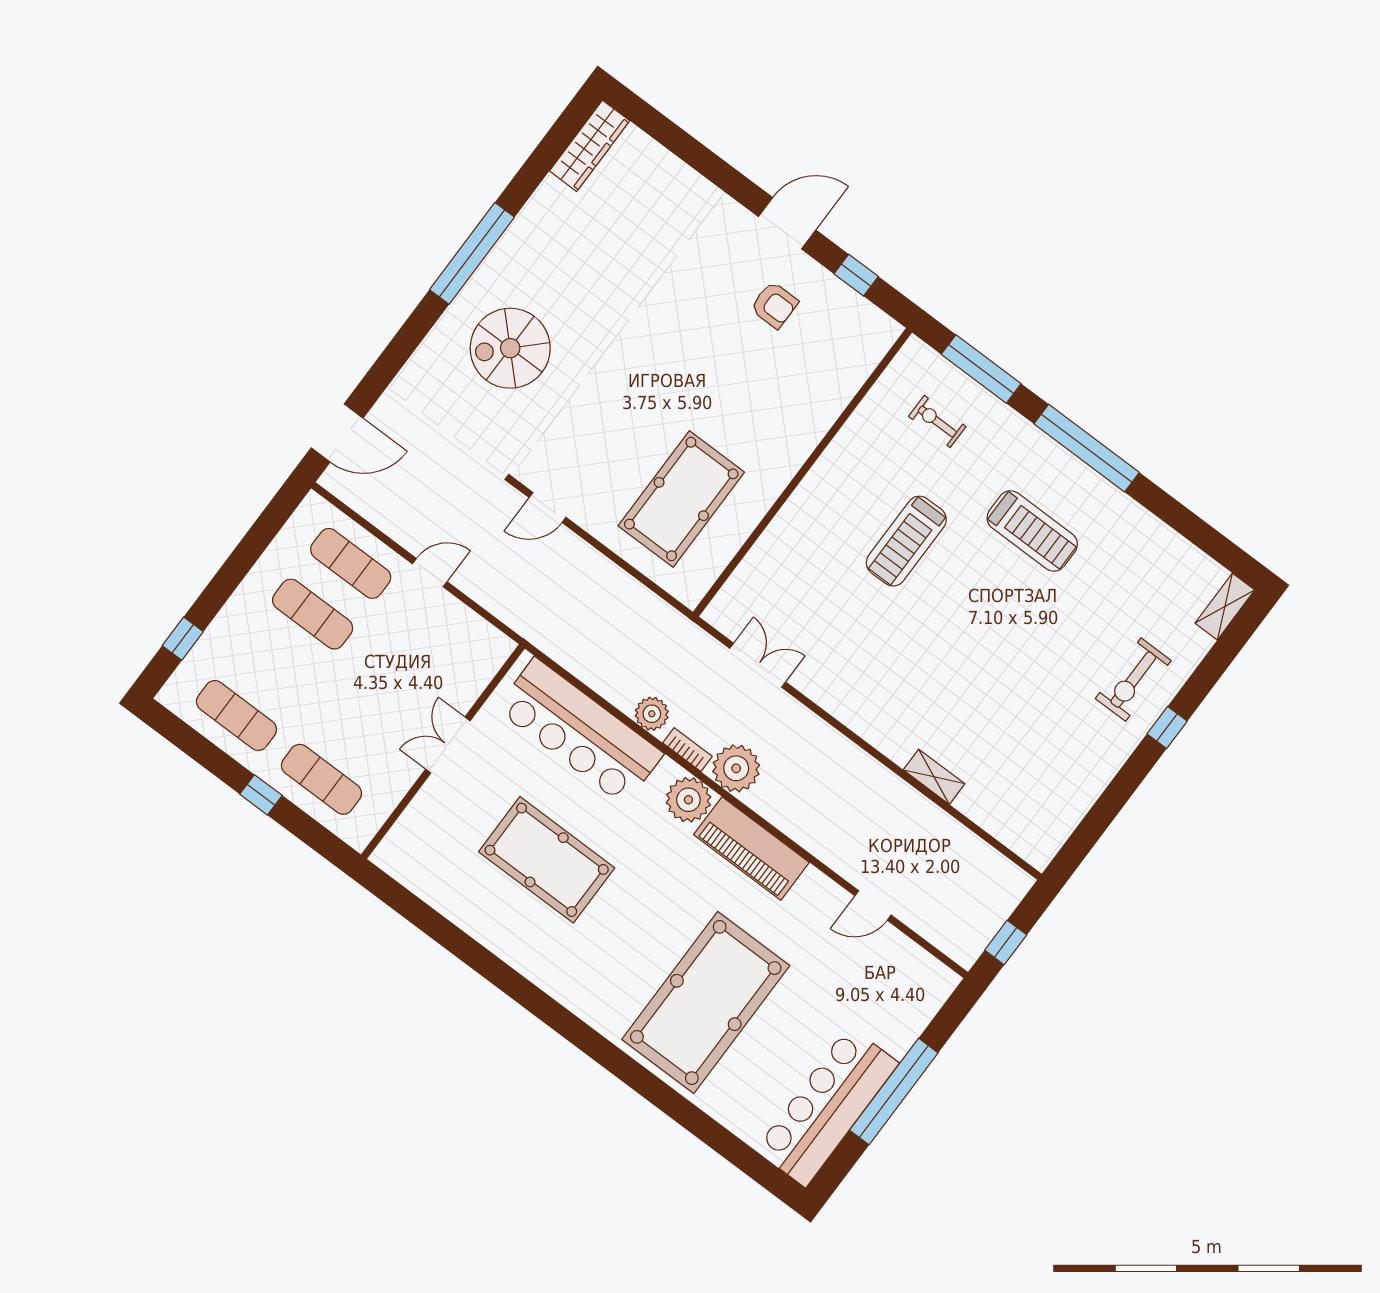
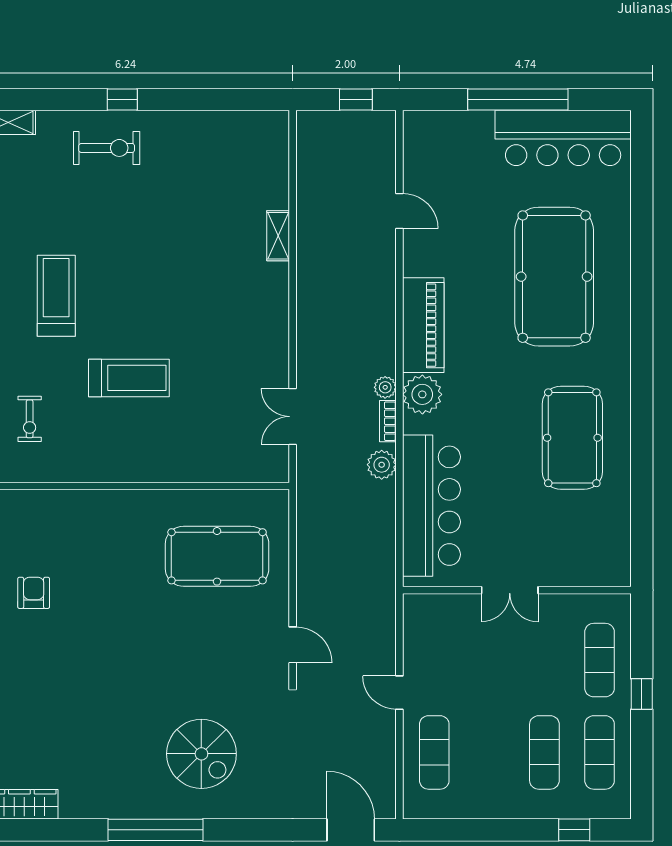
exercise mat: (313, 614) -> (544, 752), moved
plant: (736, 768) -> (385, 387), width x0.53, depth x0.53
pool table: (547, 860) -> (572, 438), moved
pool table: (706, 1002) -> (554, 277), turned 90

